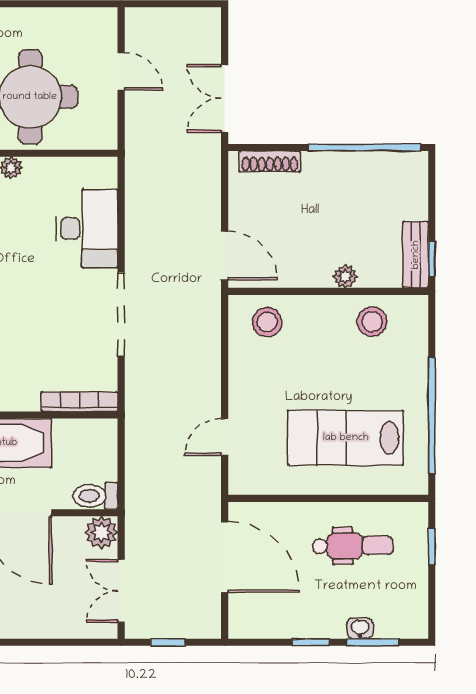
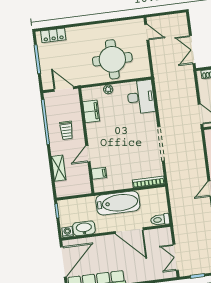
door: (121, 71) -> (147, 32), moved
desk: (87, 229) -> (141, 97), moved
plant: (101, 532) -> (164, 234), removed

